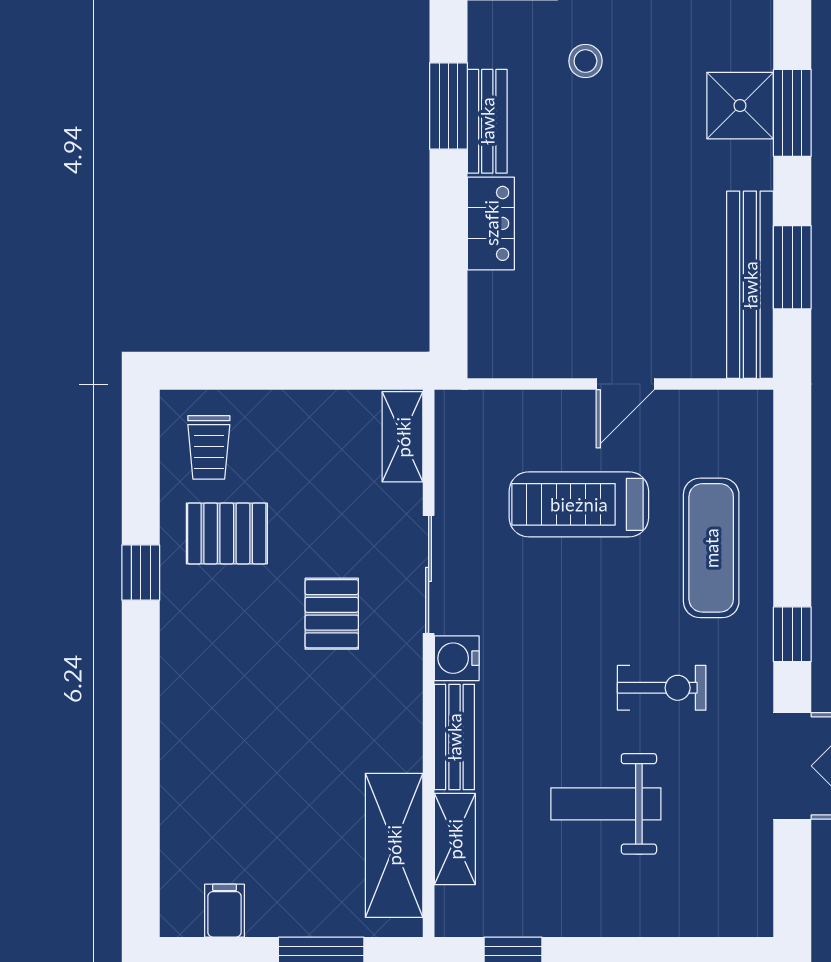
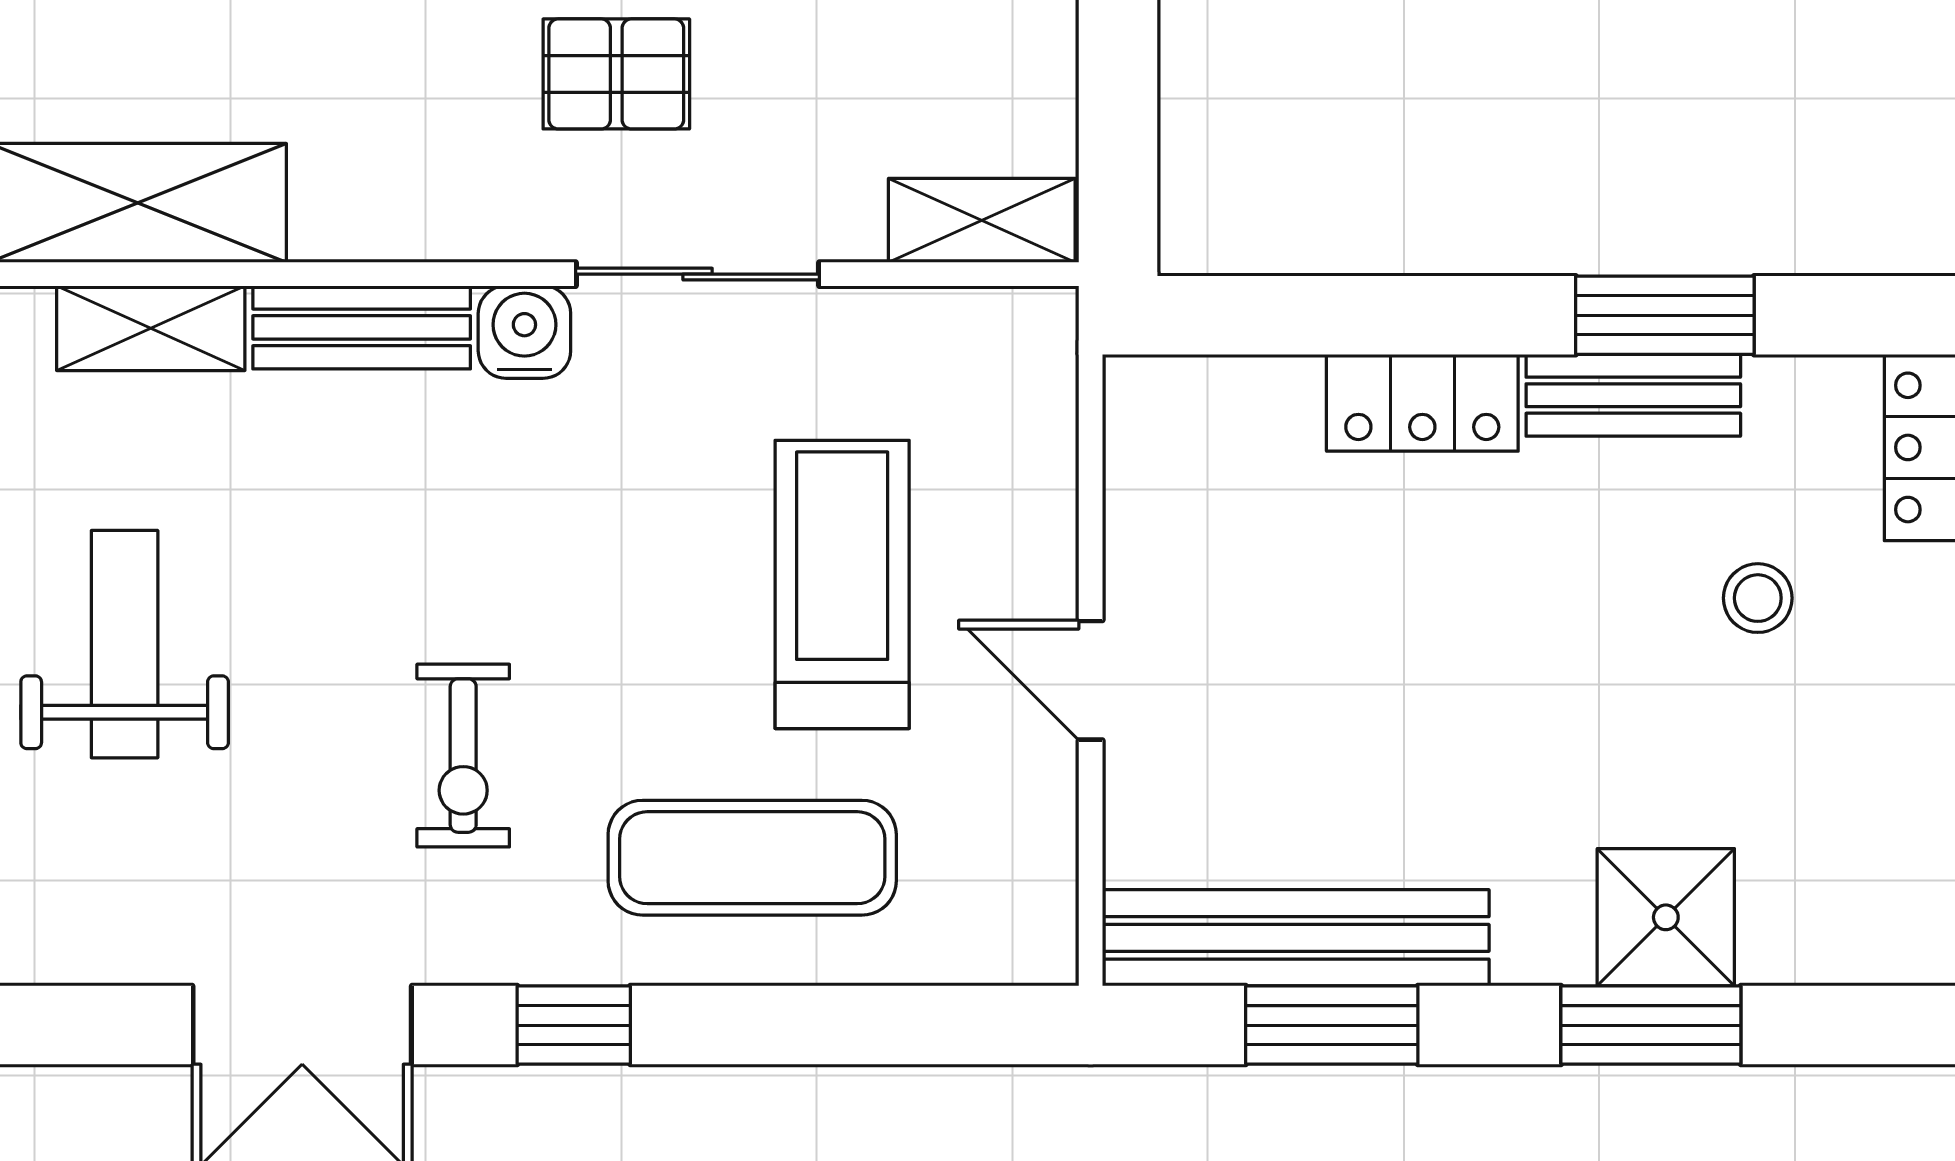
weight bench: (606, 804) -> (125, 644), moved

